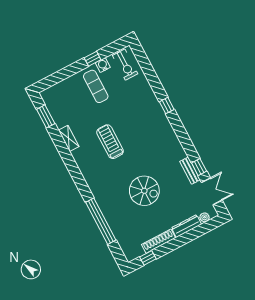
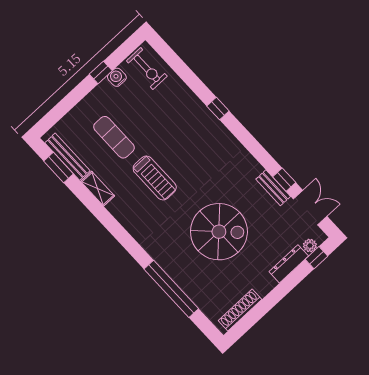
exercise mat: (96, 86) -> (114, 137), moved
bench: (54, 111) -> (67, 157), added
treadmill: (110, 142) -> (155, 178), turned 180
spiral stairs: (144, 191) -> (219, 232), width x1.37, depth x1.37
shoe rack: (159, 241) -> (240, 310), moved
window: (148, 258) -> (316, 258), moved

